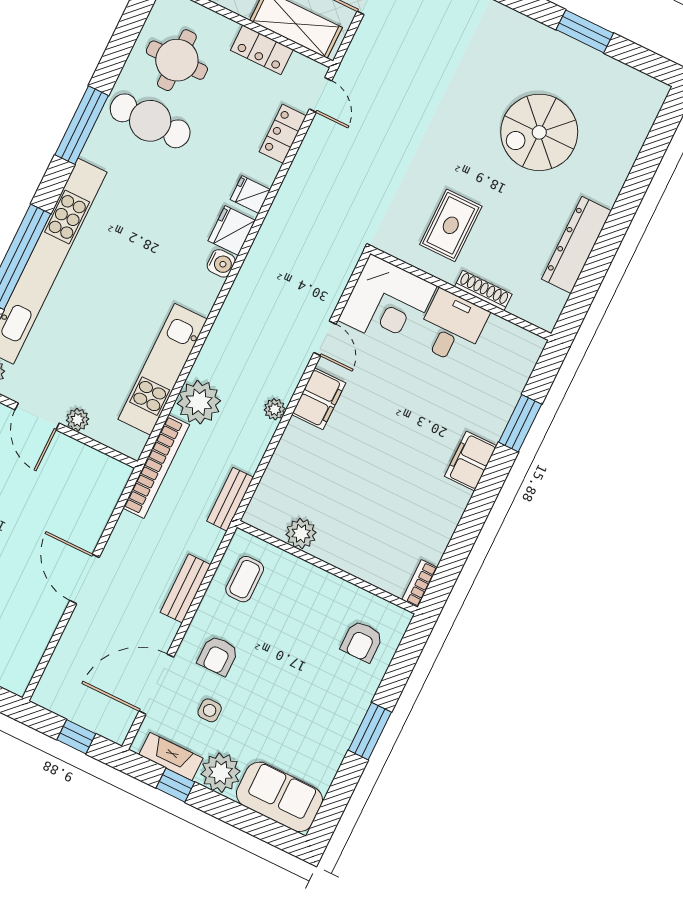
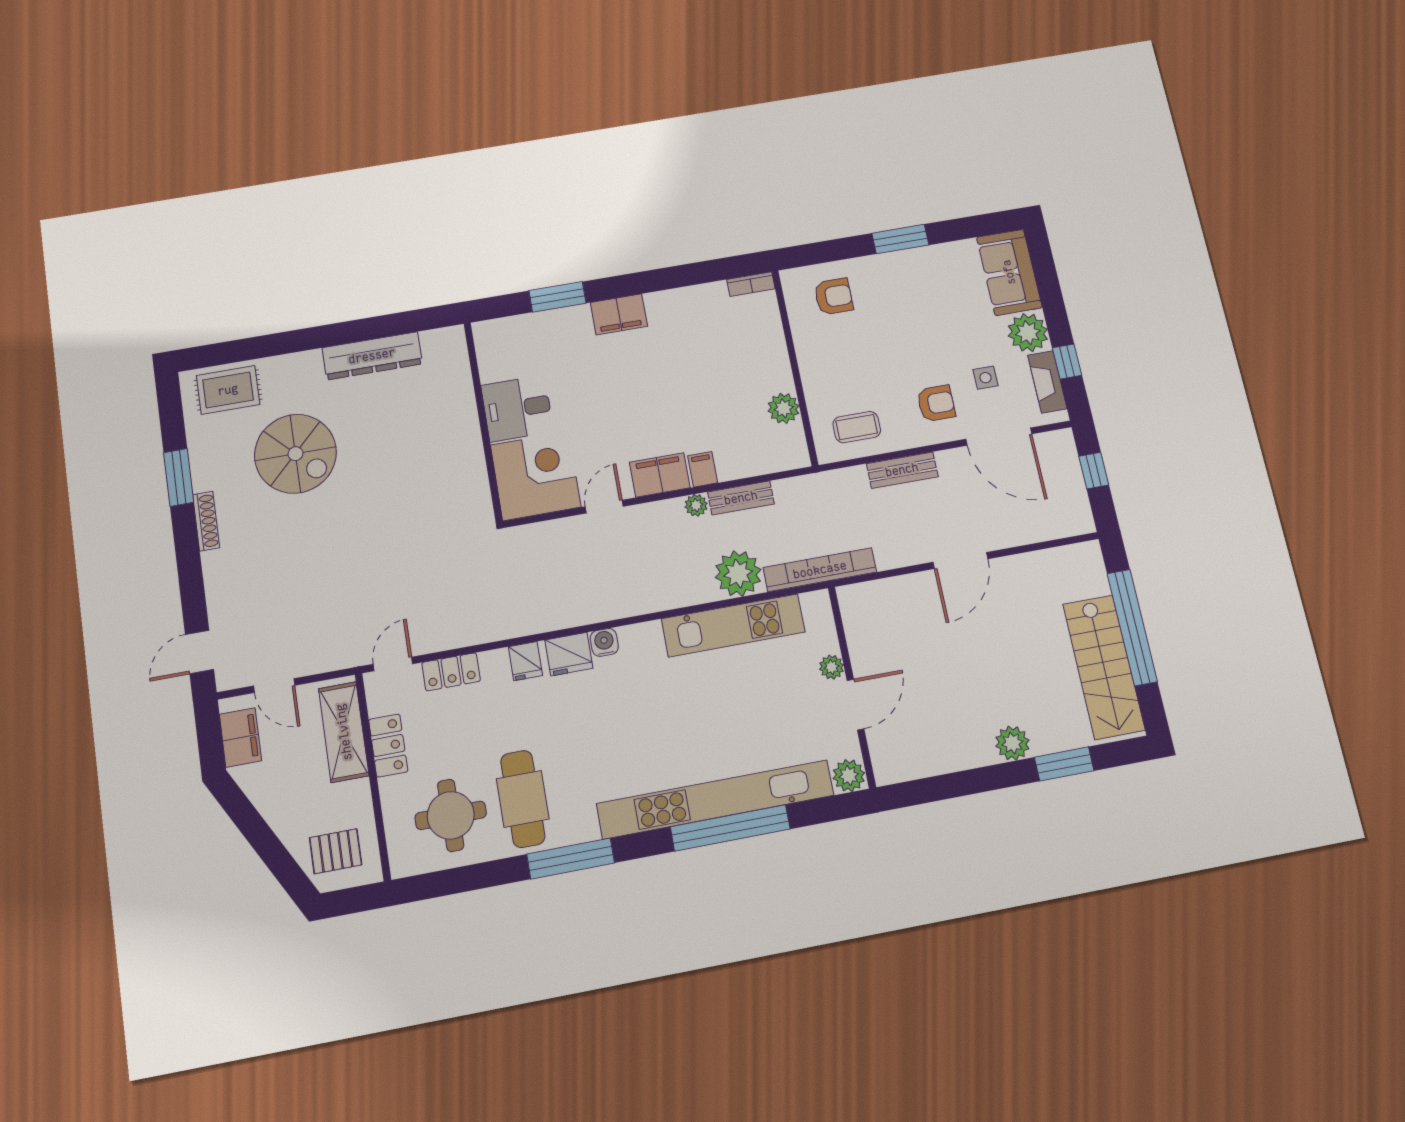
rug: (451, 225) -> (228, 390), moved
shoe rack: (483, 290) -> (206, 521), moved, turned 180
filing cabinet: (299, 435) -> (703, 469), added
bench: (230, 499) -> (741, 498), moved

